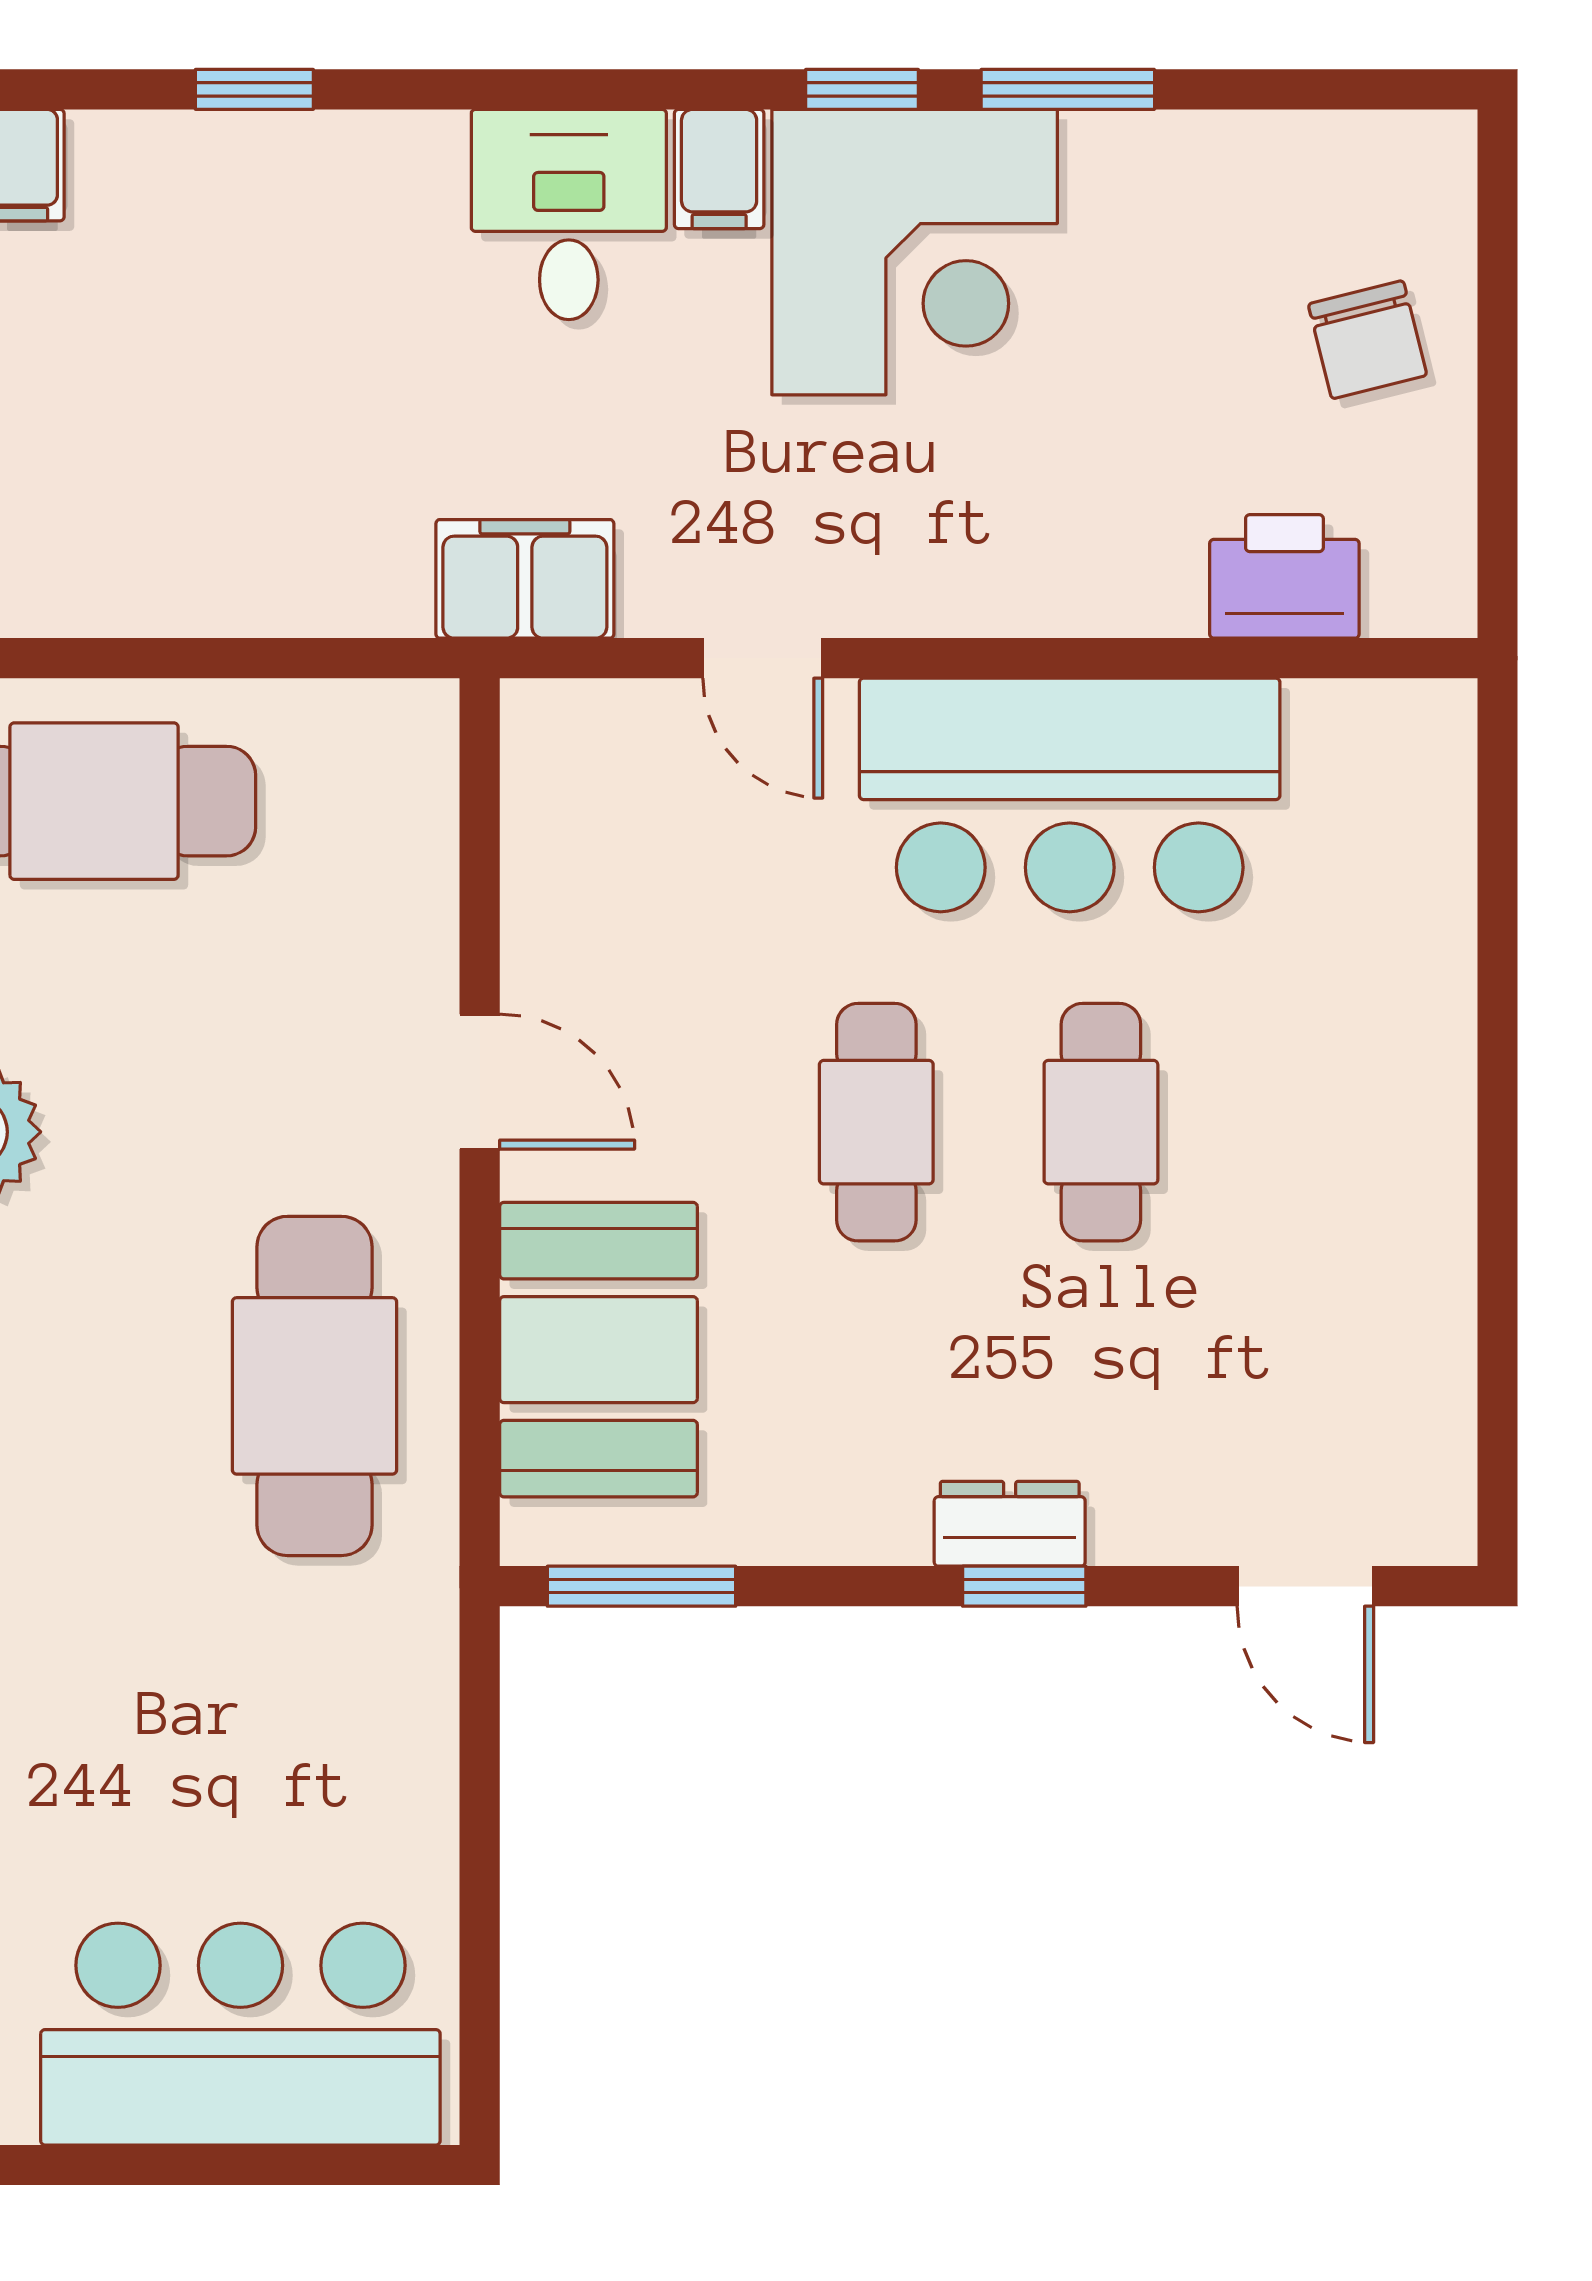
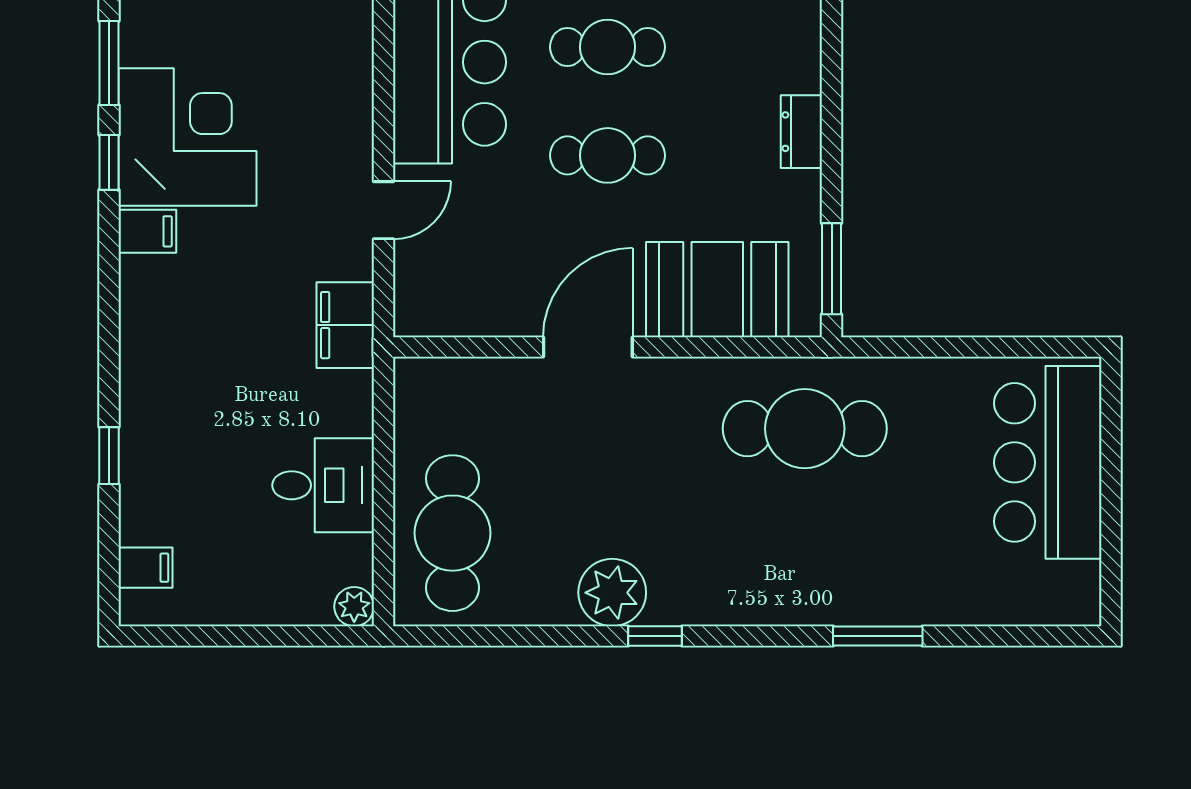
desk: (569, 215) -> (323, 485), moved, turned 180
door: (480, 1082) -> (588, 347), width x1.38
cafe table: (314, 1386) -> (805, 429), moved
dresser: (1010, 1524) -> (801, 132), moved
window: (1024, 1586) -> (832, 84), removed

